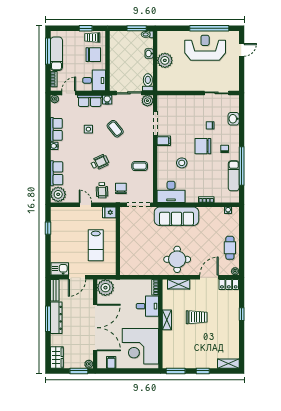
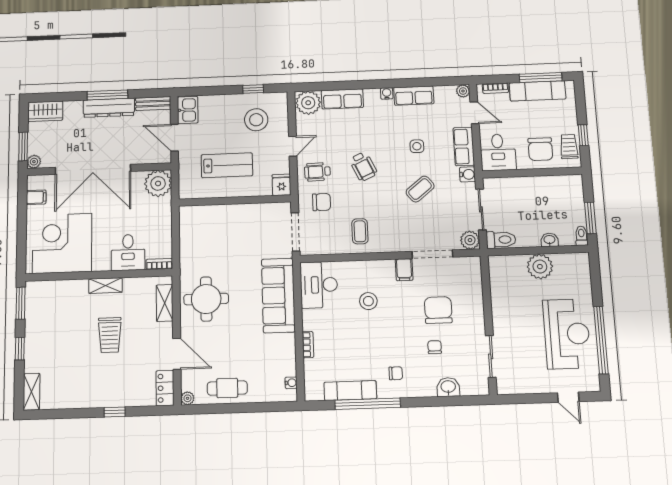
chair: (203, 146) -> (438, 310), moved
stool: (68, 227) -> (256, 120), added
lab bench: (96, 245) -> (227, 165), turned 180

